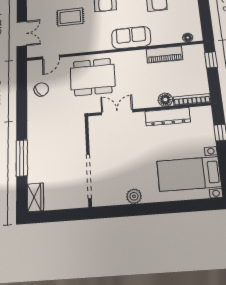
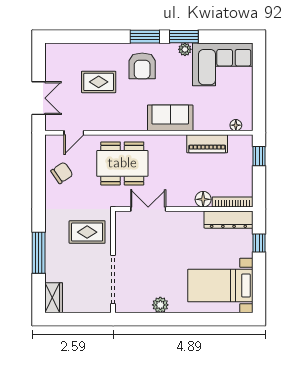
dresser: (168, 117) -> (228, 220), moved
rug: (64, 136) -> (87, 232), added

